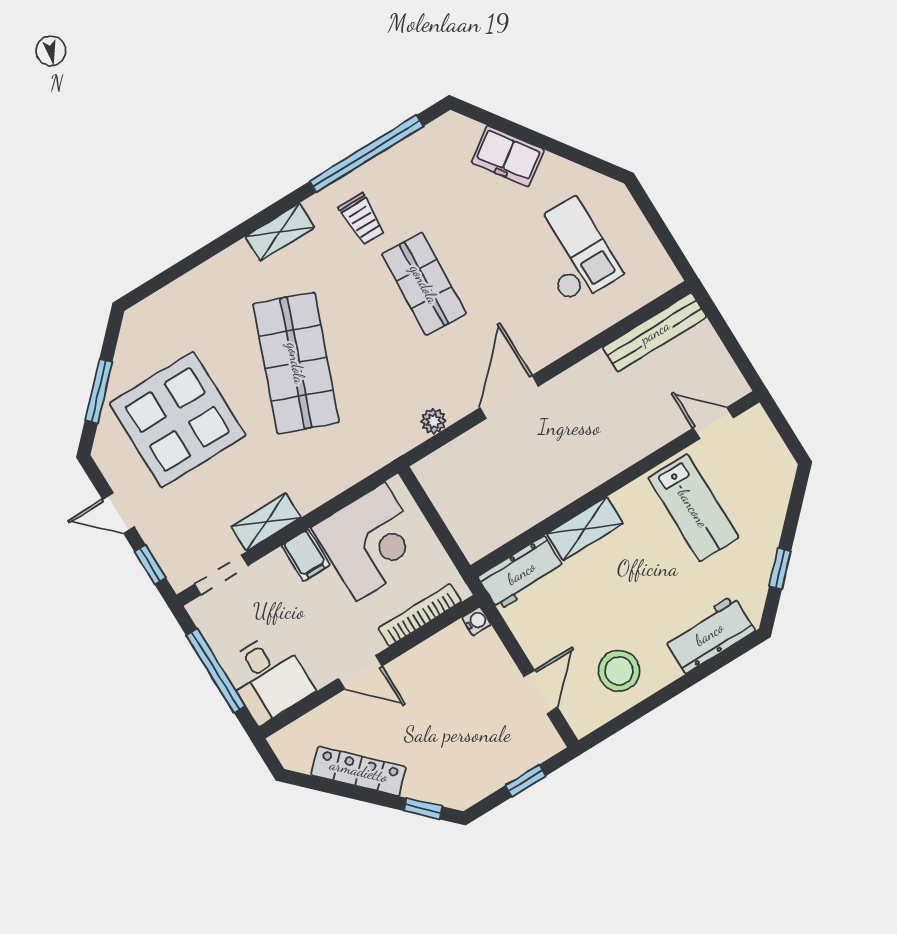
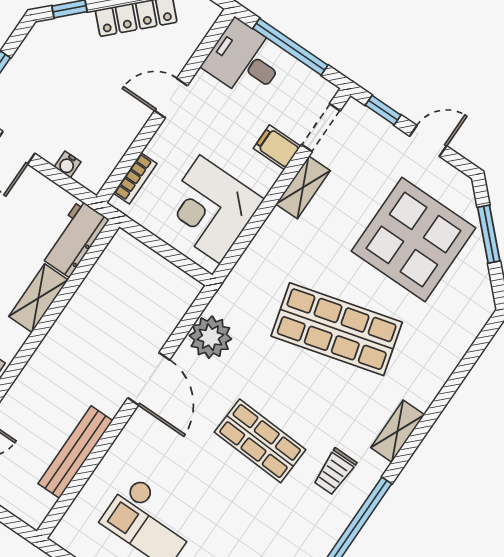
trolley: (362, 219) -> (335, 472), turned -90
bench: (655, 332) -> (75, 452), moved
shop shelf: (296, 363) -> (337, 329), turned -36
plant: (434, 421) -> (210, 337), width x1.88, depth x1.88
filing cabinet: (306, 555) -> (277, 147), moved
bookcase: (420, 615) -> (135, 178), width x0.64
water cooler: (476, 621) -> (68, 165), moved

